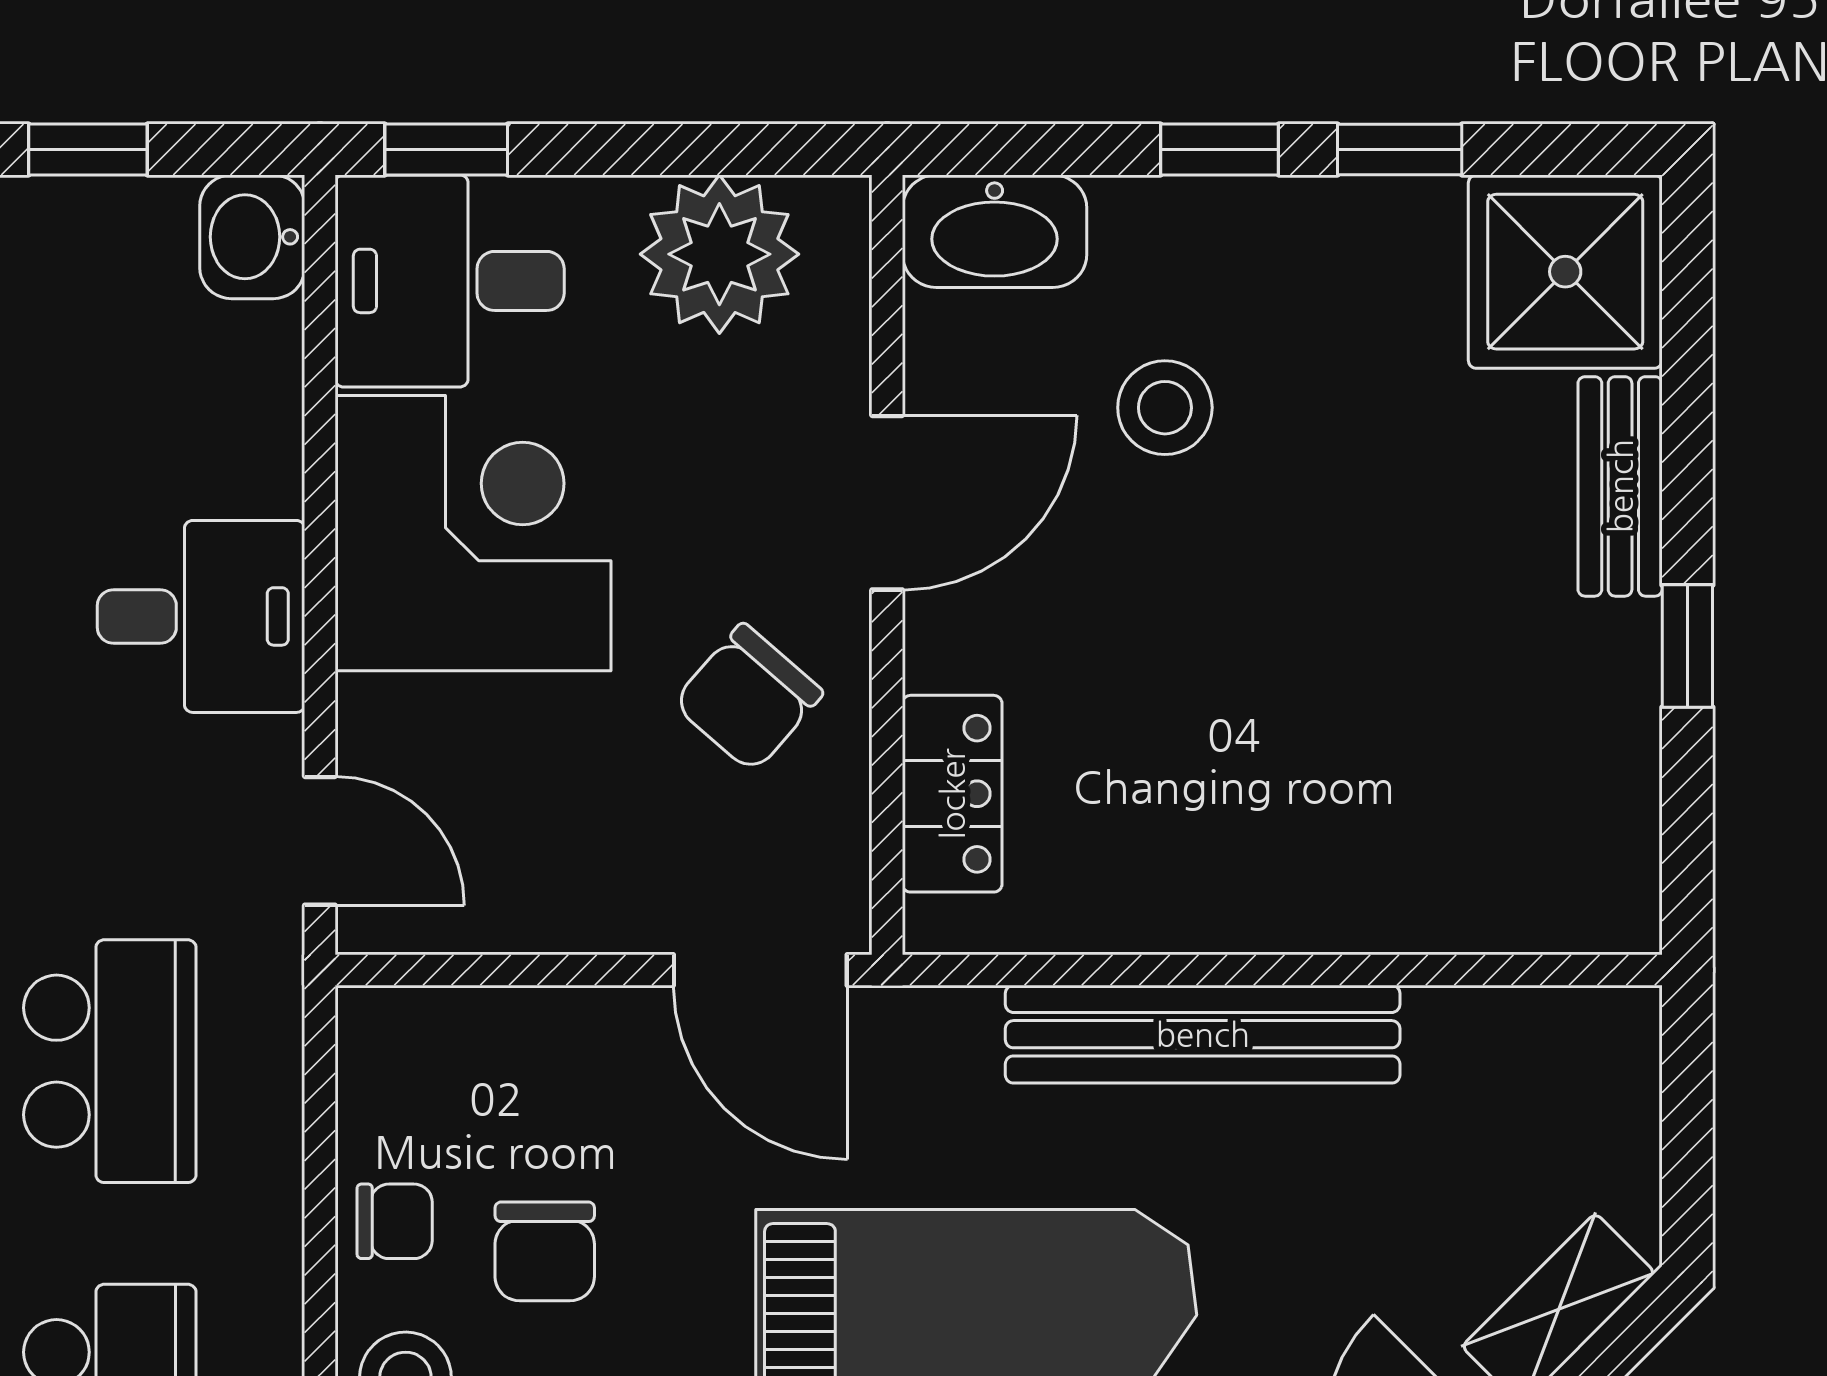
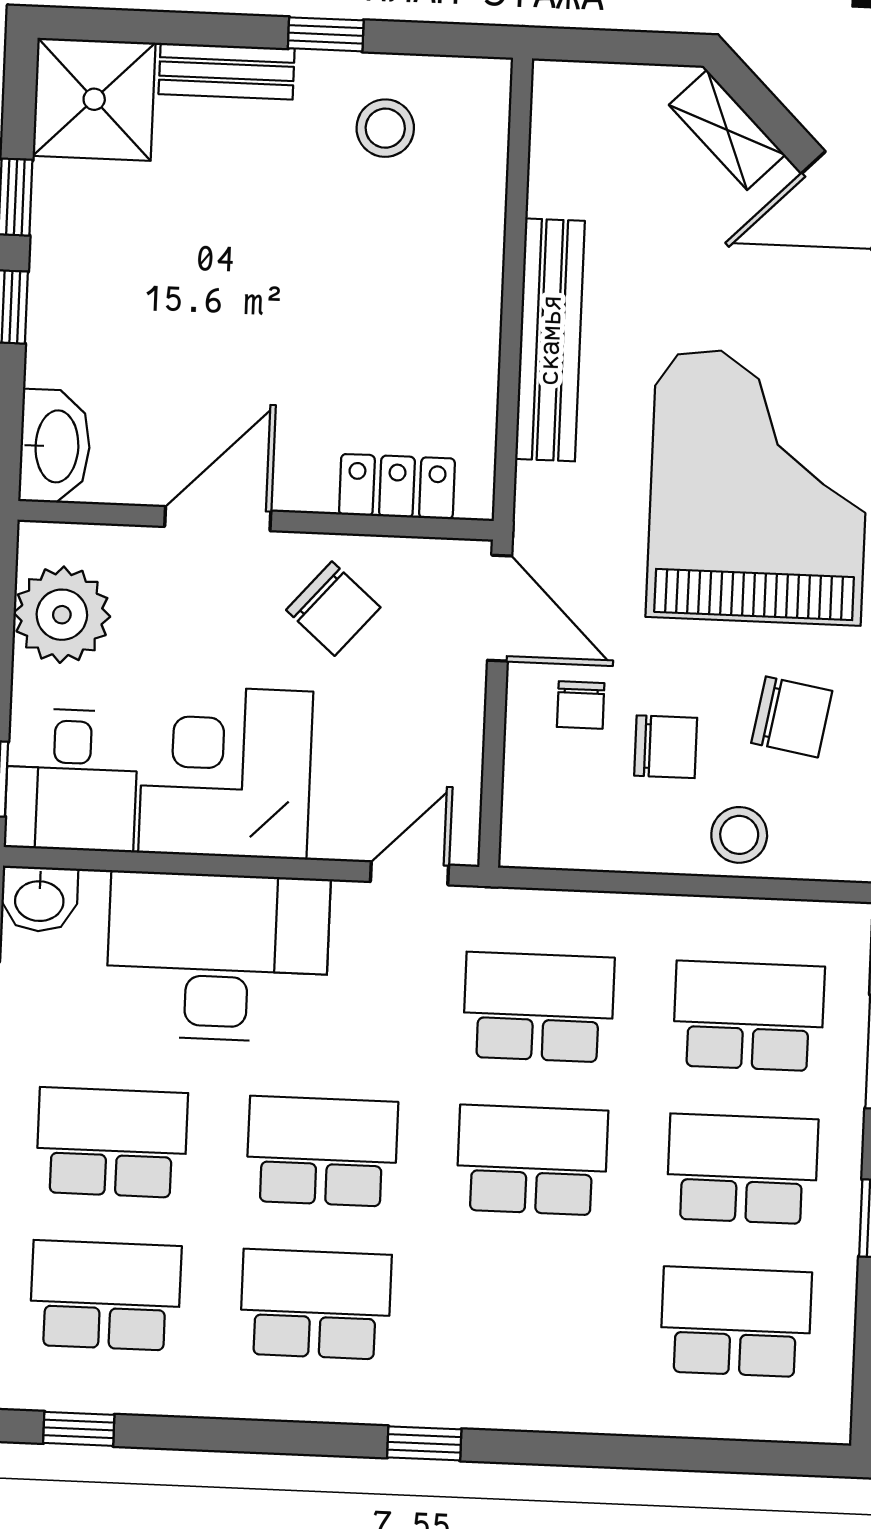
stool: (1165, 408) -> (385, 128), moved
door: (887, 503) -> (218, 519), hinge flipped
desk: (201, 616) -> (218, 957), width x1.87, depth x1.30
door: (760, 970) -> (500, 608), hinge flipped
chair: (395, 1221) -> (581, 705), moved, turned 180

